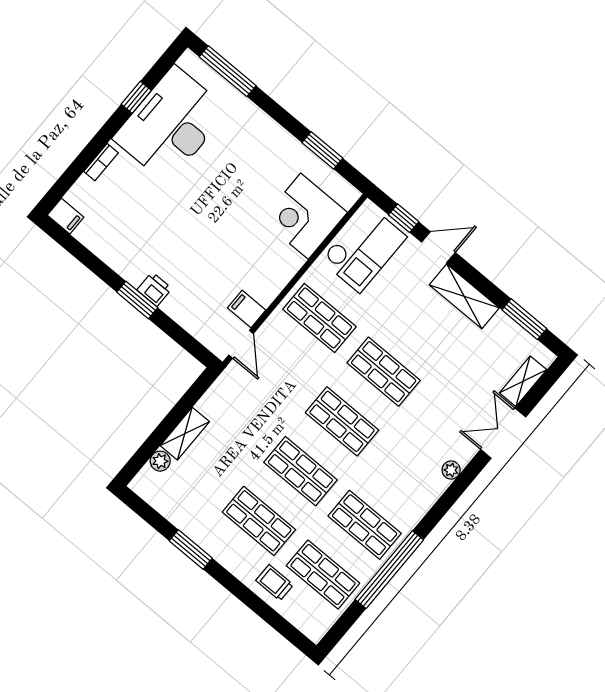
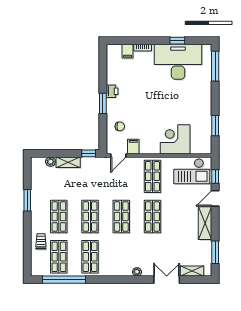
filing cabinet: (66, 216) -> (127, 51), moved
corner desk: (304, 216) -> (175, 139), moved
door: (438, 247) -> (215, 198), swing flipped
printer: (154, 289) -> (112, 91), moved
chair: (196, 304) -> (120, 126), added
window: (198, 389) -> (89, 153), added
window: (389, 570) -> (64, 280), moved

